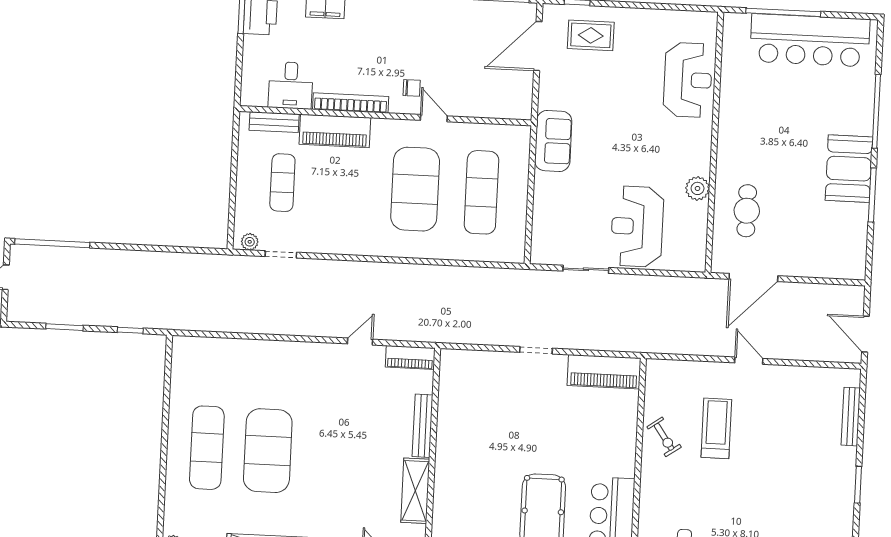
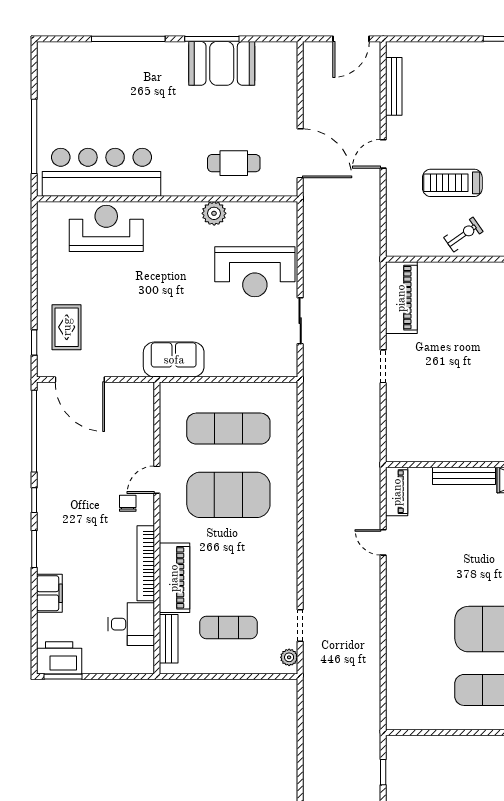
bar counter: (810, 40) -> (101, 172), moved, turned -90
booth: (849, 169) -> (222, 63), moved
bench: (851, 417) -> (394, 86), moved, turned 90

